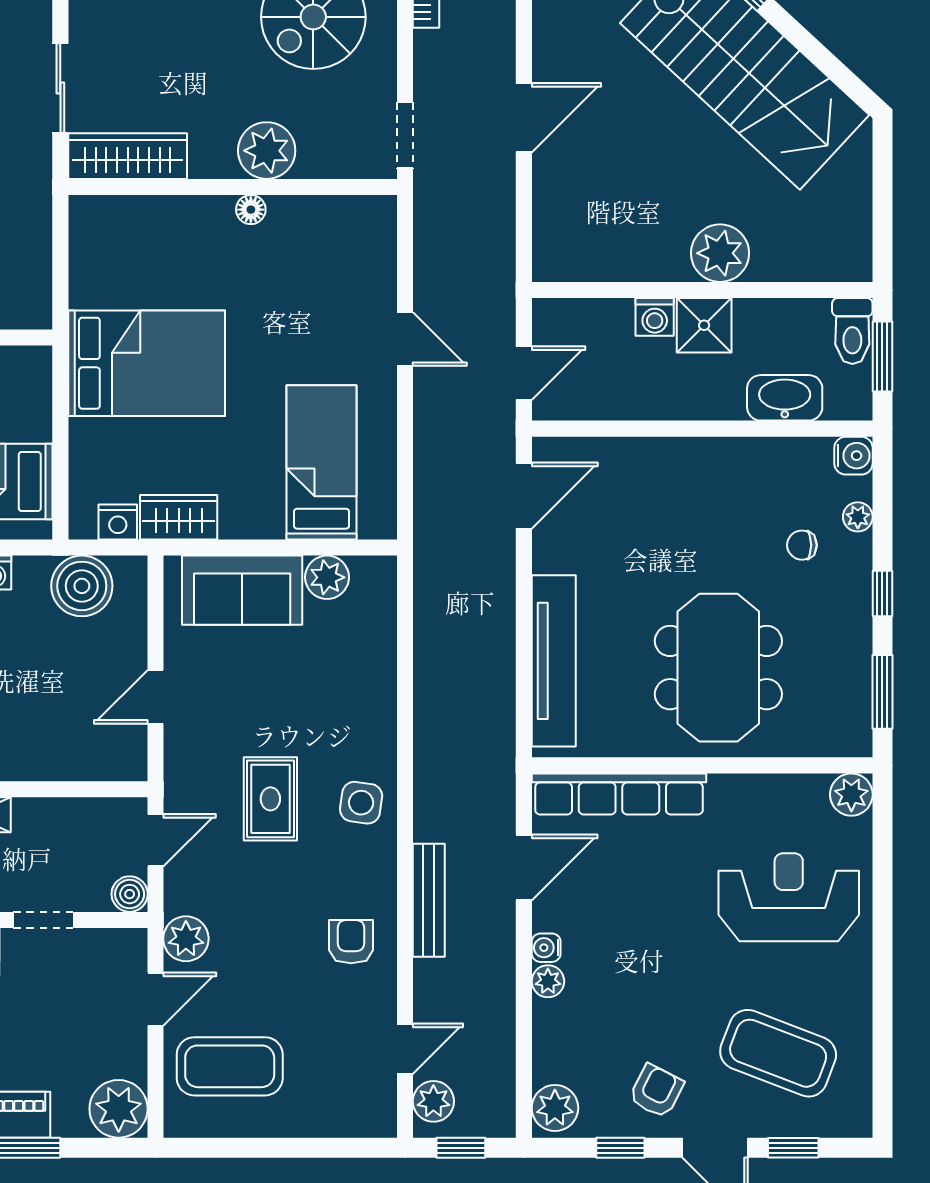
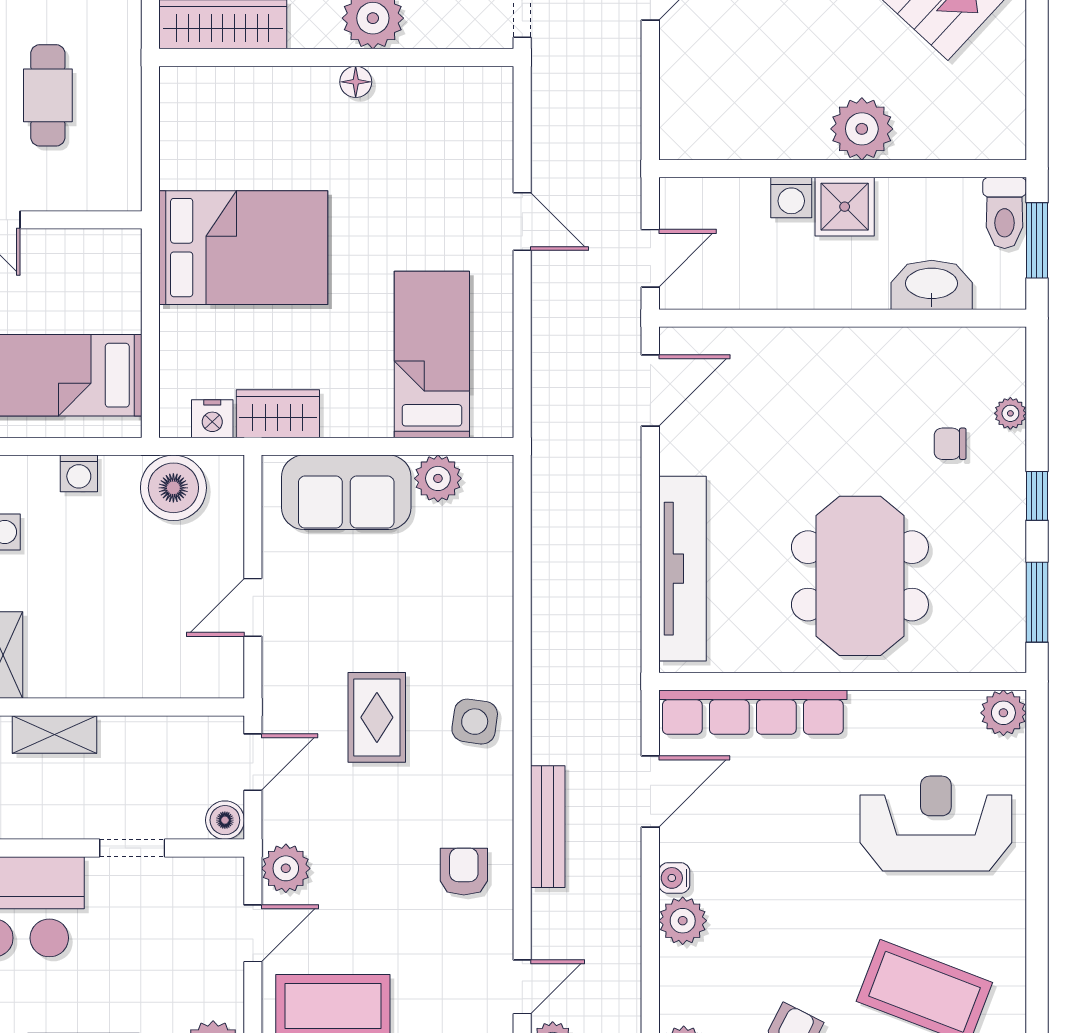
water cooler: (853, 456) -> (1006, 347), removed
plant: (548, 981) -> (683, 921), width x1.38, depth x1.38

